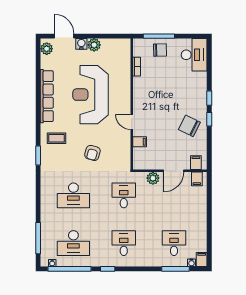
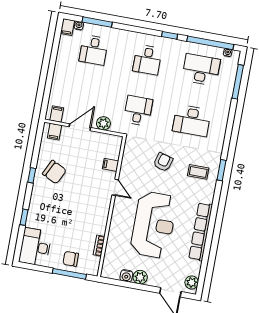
water cooler: (81, 44) -> (126, 276), moved
window: (209, 98) -> (24, 217), moved
coffee table: (57, 138) -> (198, 172), moved
desk: (73, 195) -> (192, 121), turned 180
desk: (124, 195) -> (138, 111), turned 180

